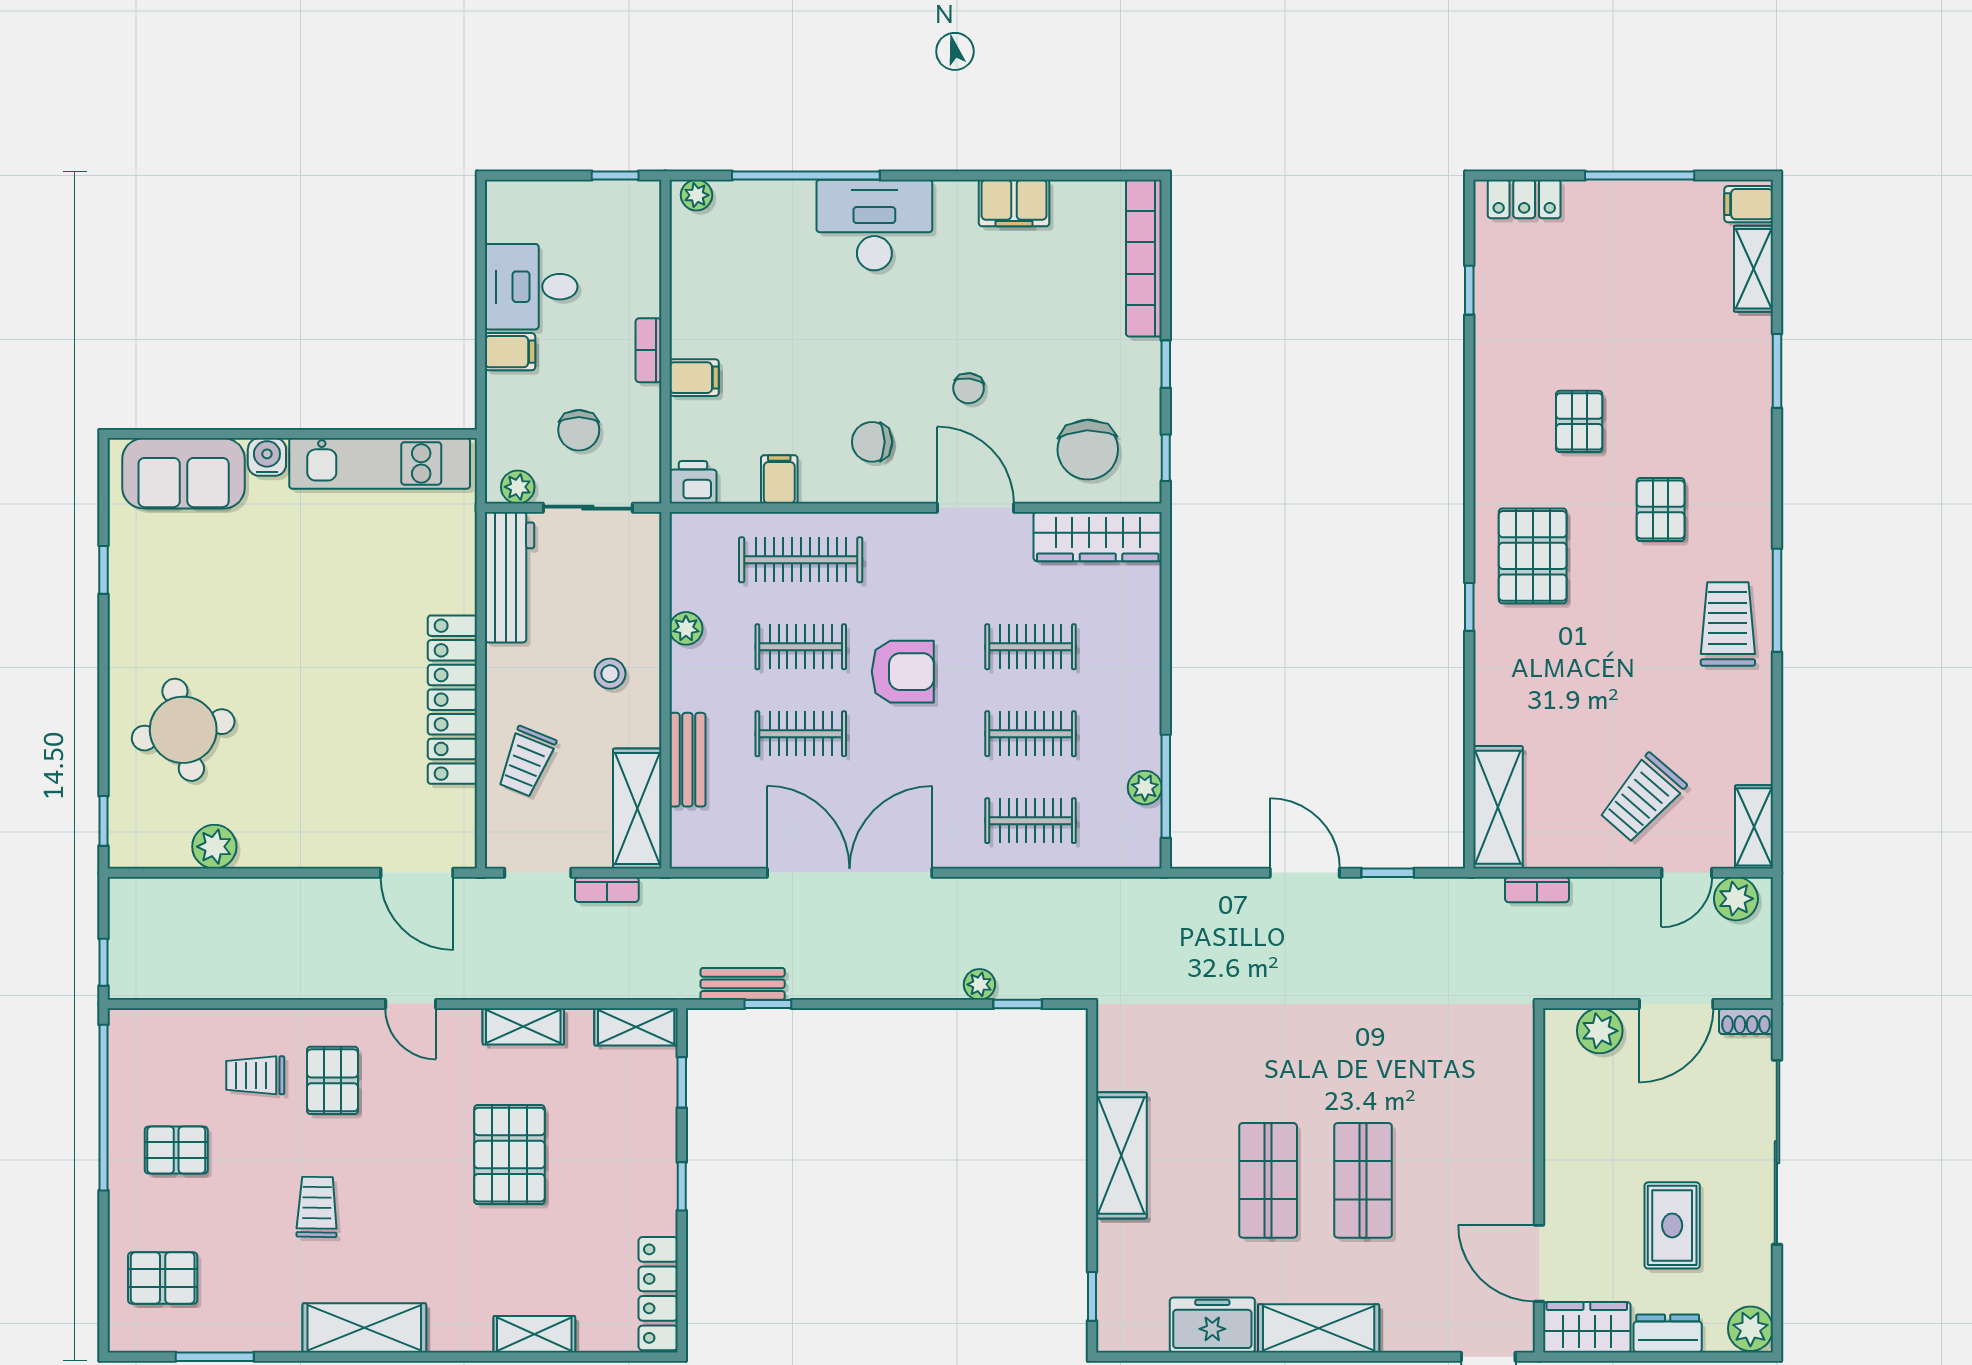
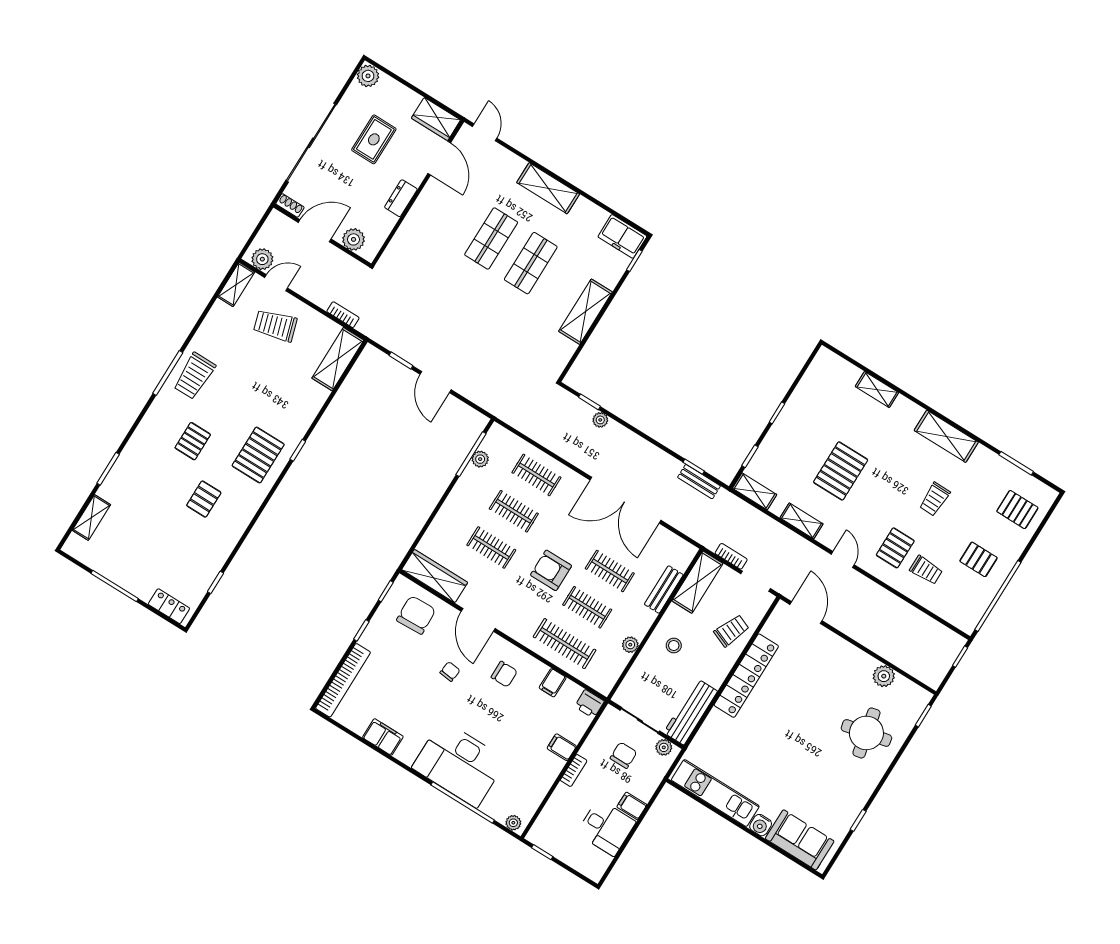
filing cabinet: (1749, 204) -> (77, 546), removed
desk: (874, 225) -> (459, 764), width x1.36, depth x1.30
trolley: (1642, 798) -> (275, 325), turned -148
locker: (658, 1294) -> (815, 374), removed
freezer: (1212, 1325) -> (622, 236), moved
dresser: (1668, 1334) -> (401, 198), moved, turned 90

